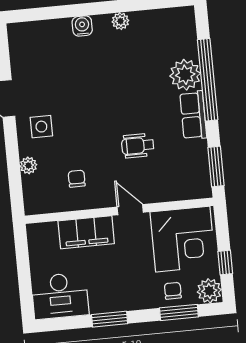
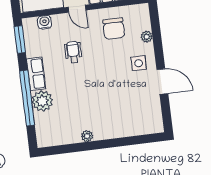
water cooler: (82, 26) -> (45, 22), moved, turned 180
wheelchair: (138, 146) -> (73, 52), turned -90
chair: (77, 179) -> (114, 29), width x1.87, depth x1.87

